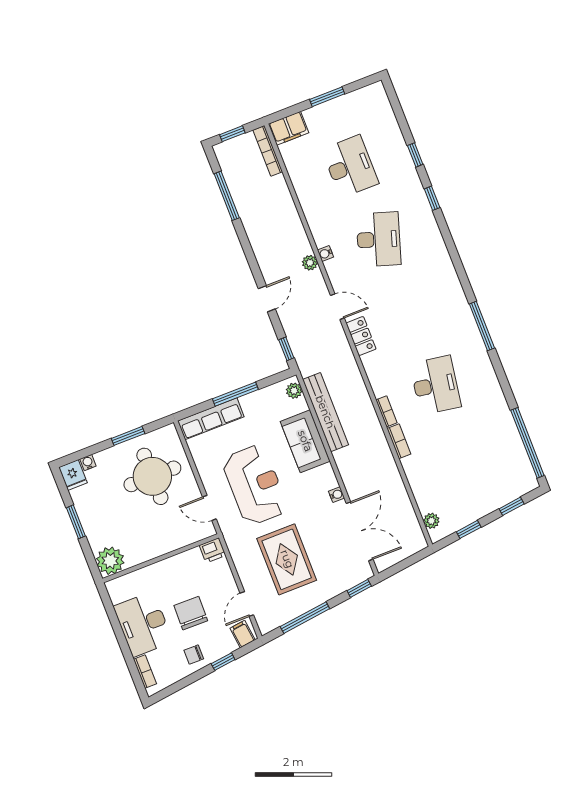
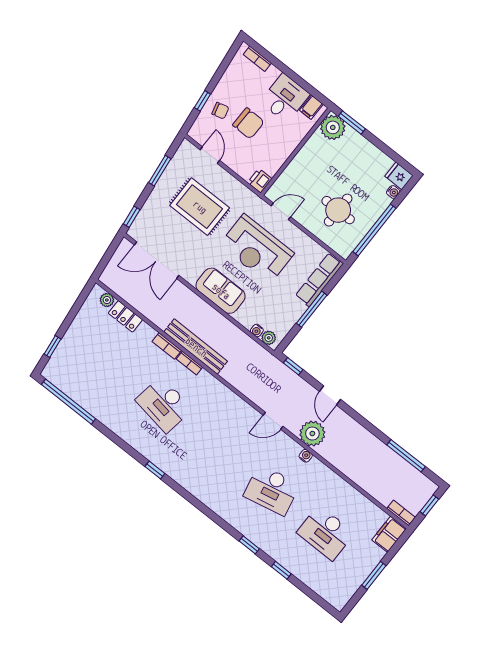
bookcase: (268, 151) -> (401, 513), width x0.64
desk: (379, 239) -> (272, 490), turned -30
plant: (310, 263) -> (312, 434), width x1.87, depth x1.87
window: (482, 326) -> (155, 470), width x0.46
locker: (361, 336) -> (125, 316), moved
bench: (325, 412) -> (196, 347), moved
window: (128, 436) -> (374, 230), width x2.11
sofa: (305, 441) -> (221, 291), moved
round table: (152, 476) -> (338, 210), width x0.73, depth x0.73
water cooler: (337, 495) -> (257, 330), moved
window: (76, 522) -> (352, 122), moved
window: (469, 529) -> (75, 310), removed
window: (305, 618) -> (160, 171), width x0.69
desk: (143, 624) -> (285, 98), width x0.73
filing cabinet: (243, 634) -> (311, 107), moved, turned 97
chair: (194, 655) -> (220, 111), moved, turned 75

